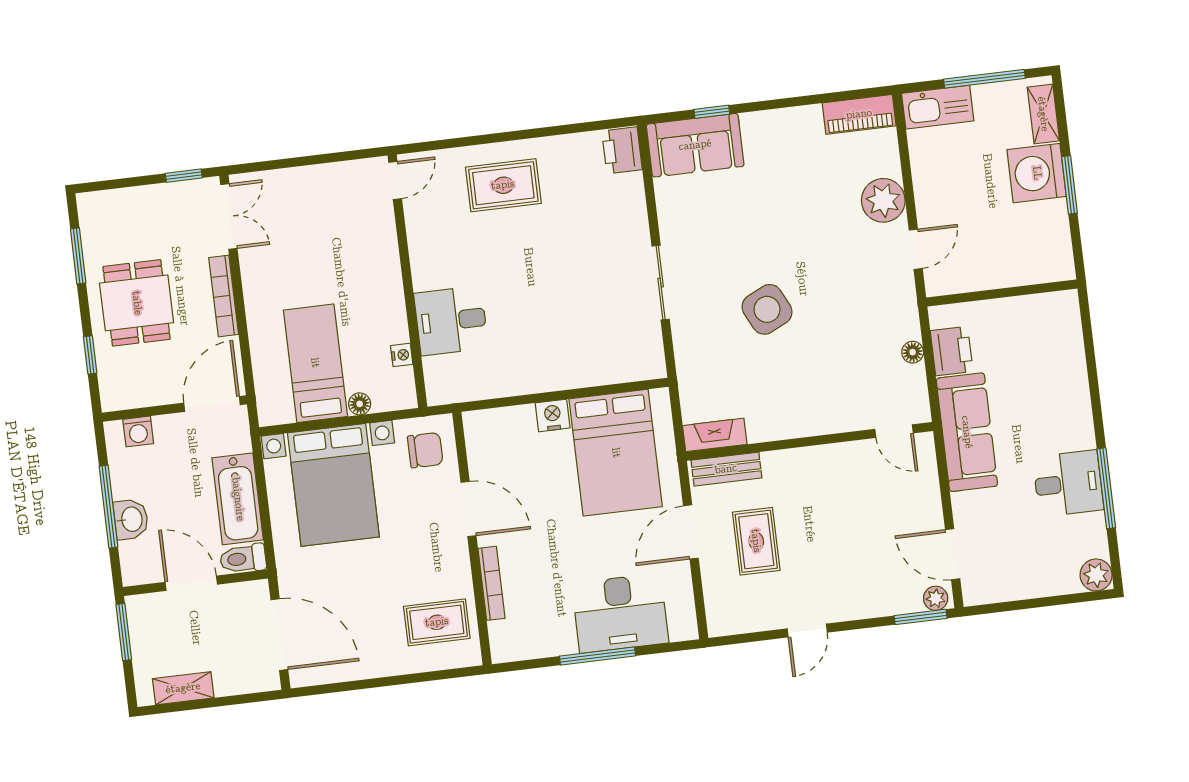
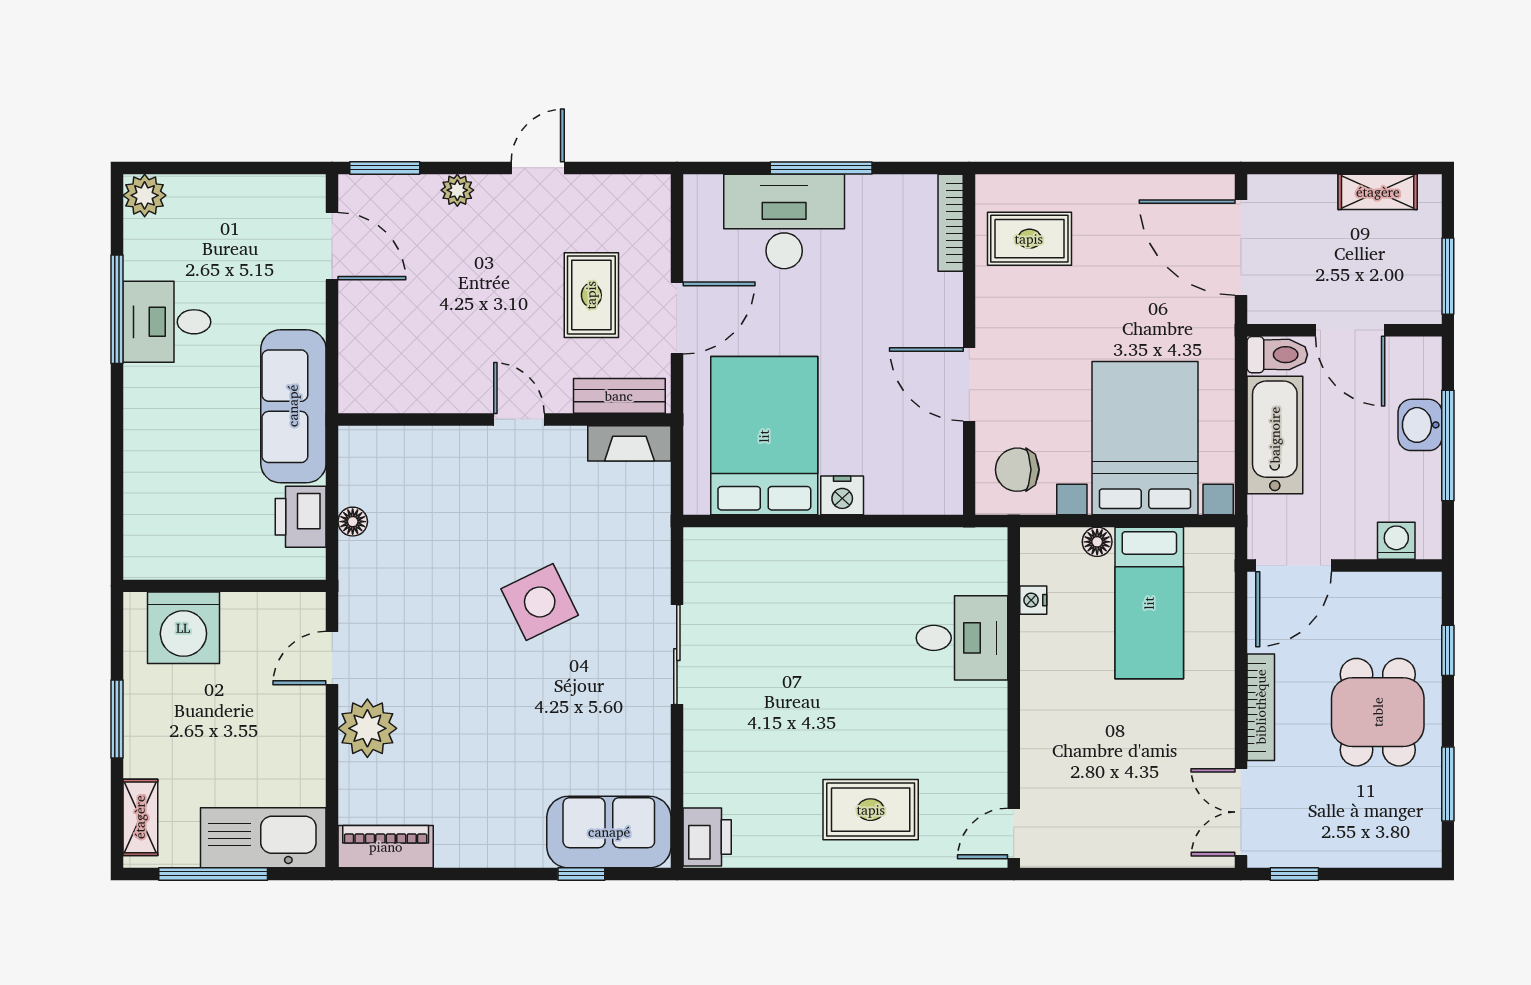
kitchen sink: (938, 107) -> (263, 838), width x1.36, depth x1.24
washing machine: (1037, 173) -> (183, 628), moved, turned 90
door: (894, 431) -> (519, 419), moved
bookcase: (491, 583) -> (951, 223), moved
plant: (936, 598) -> (457, 190), moved

